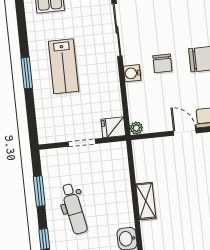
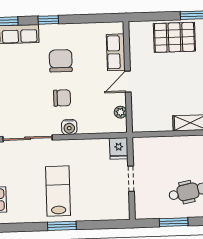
lab bench: (63, 66) -> (58, 191), turned -90
plant: (136, 128) -> (120, 112), moved

